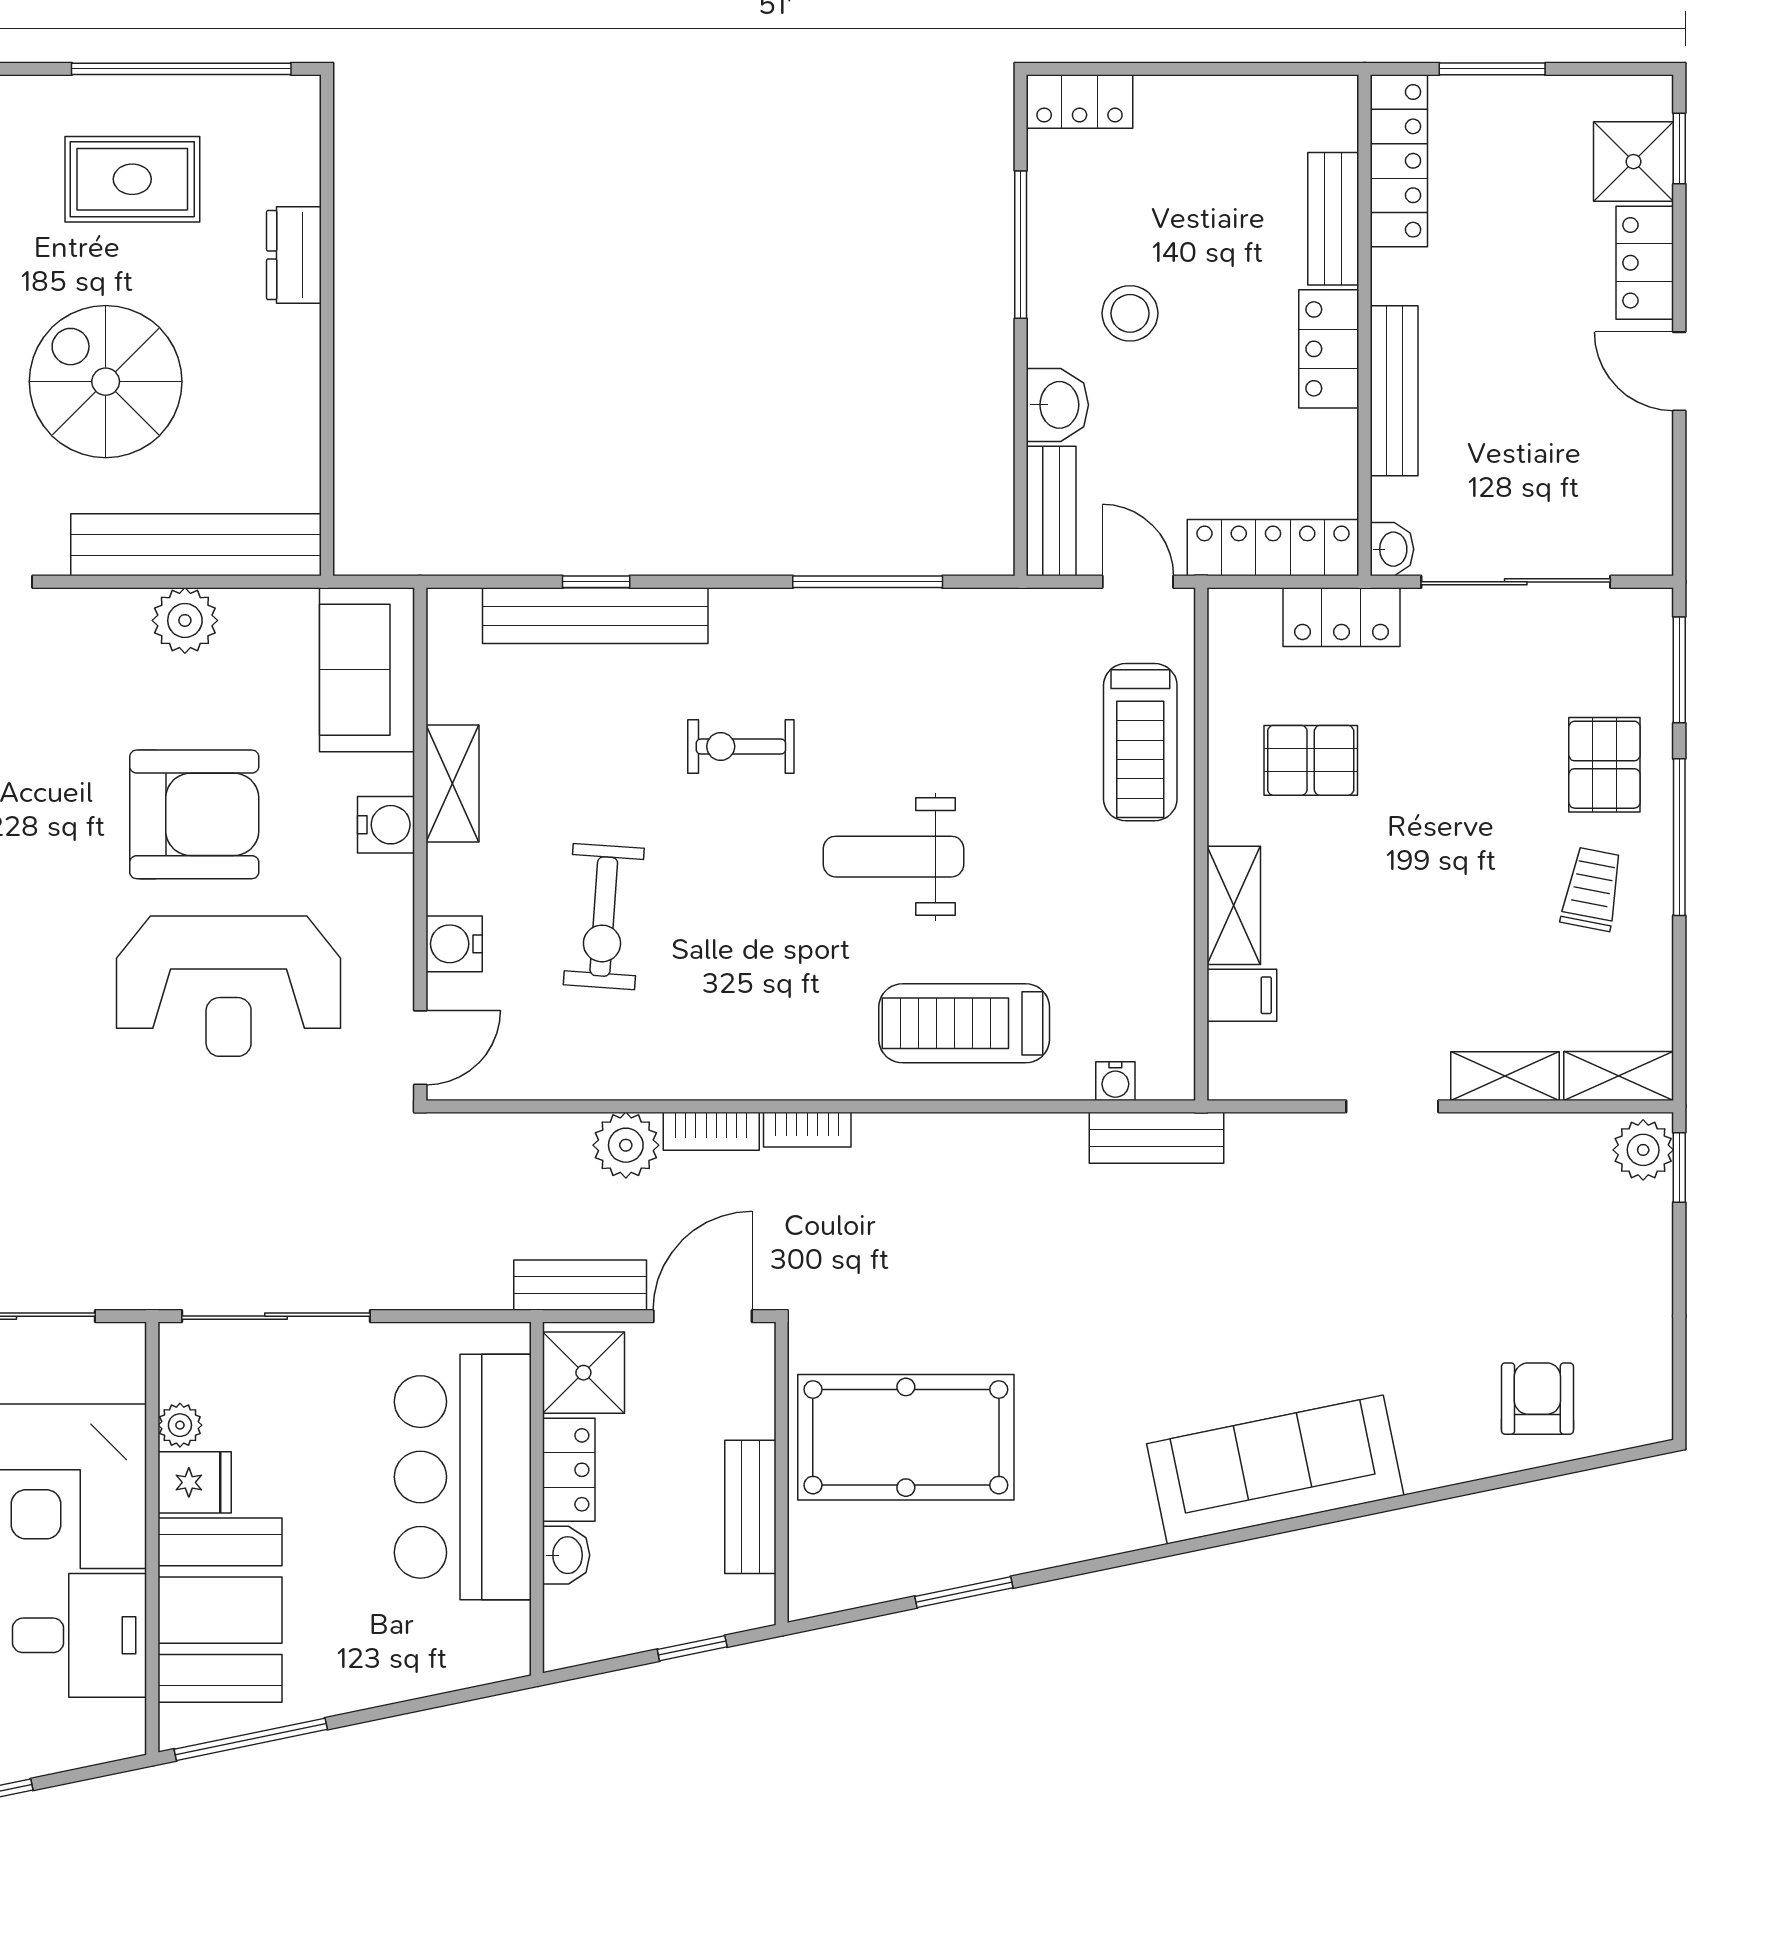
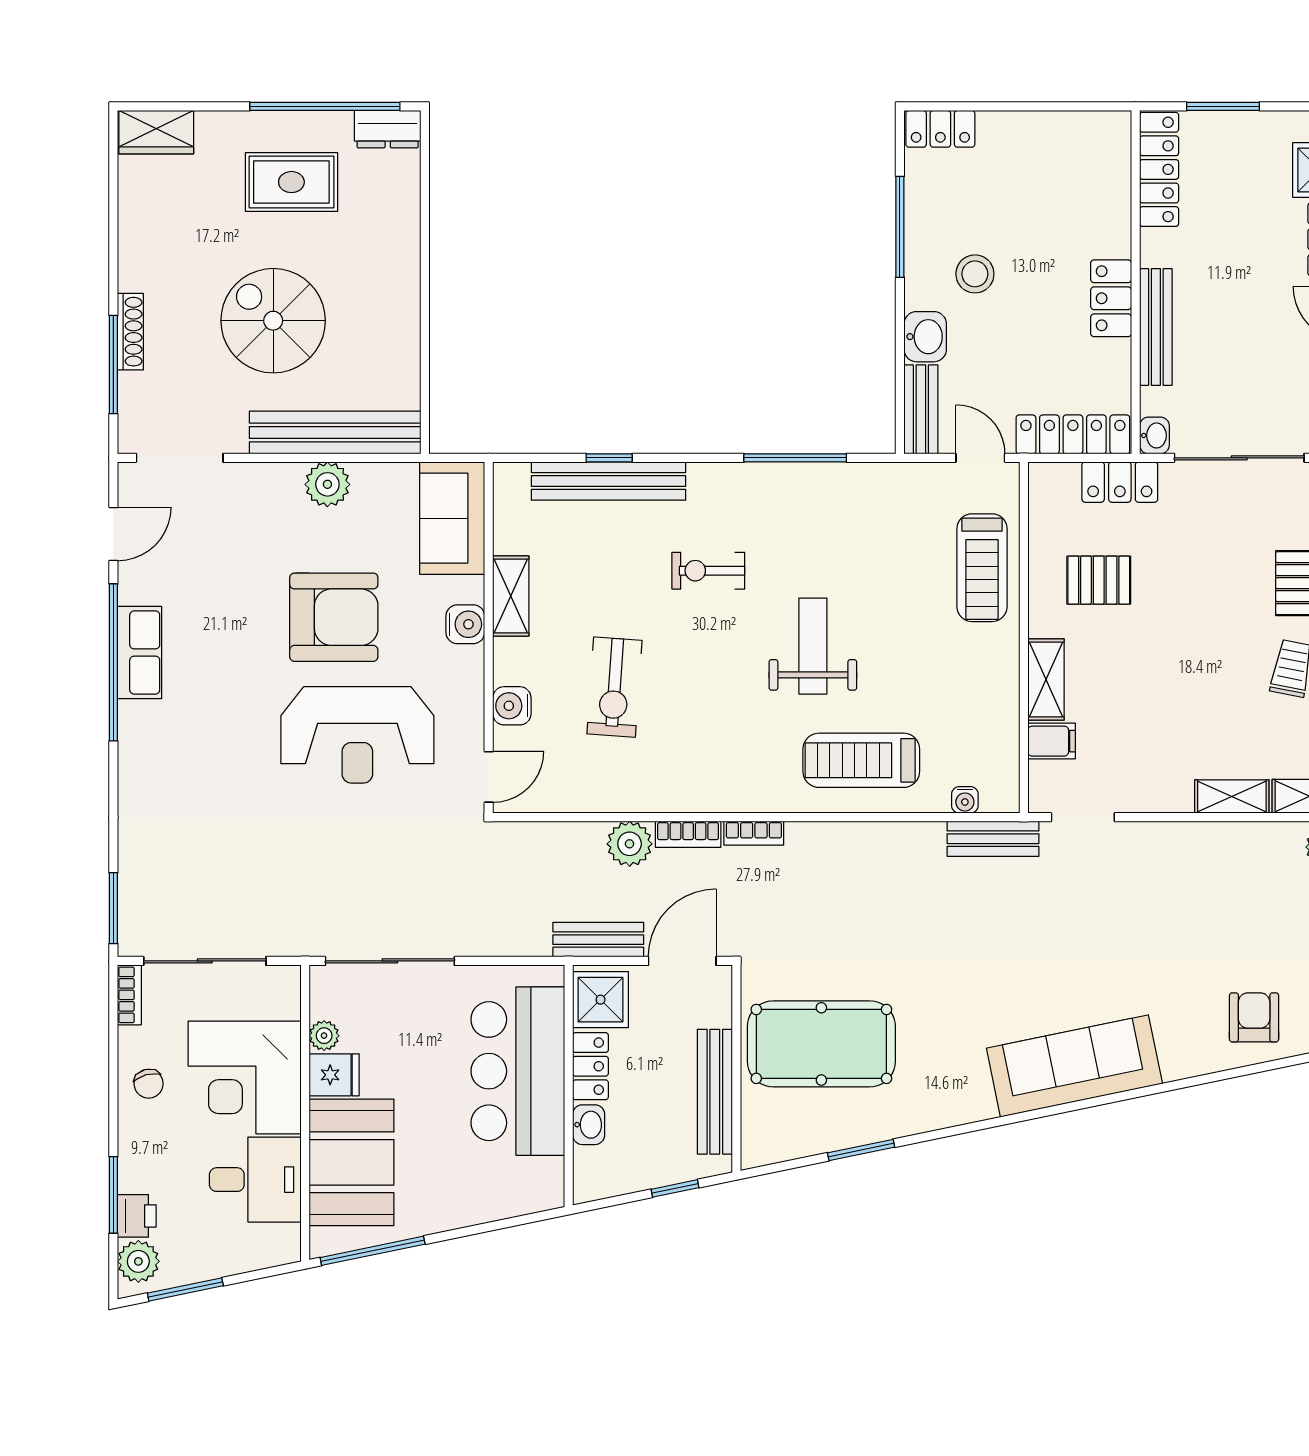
bench: (1333, 219) -> (1114, 209), removed
dresser: (294, 255) -> (388, 129), moved, turned -90
weight bench: (893, 857) -> (813, 646), turned 90
doorway: (1392, 1106) -> (1083, 817), moved
bench: (750, 1507) -> (715, 1092), width x1.36

